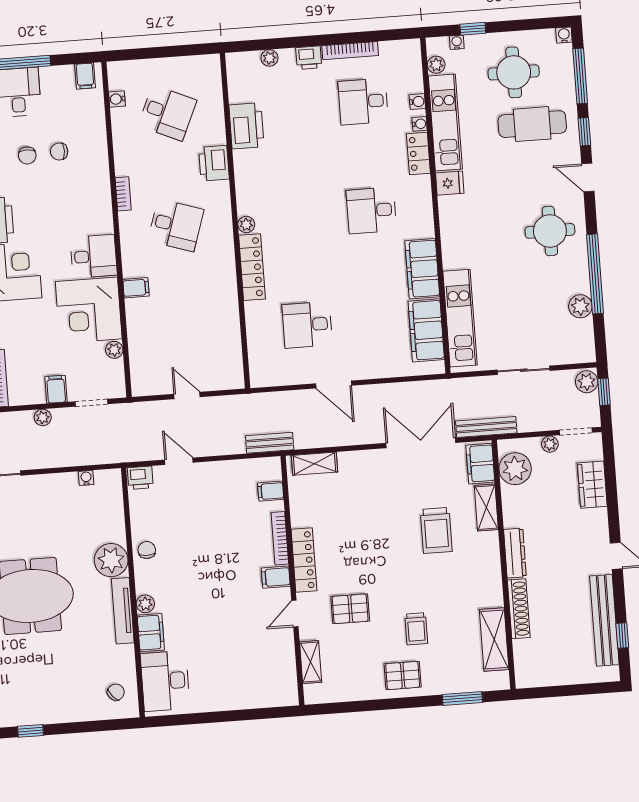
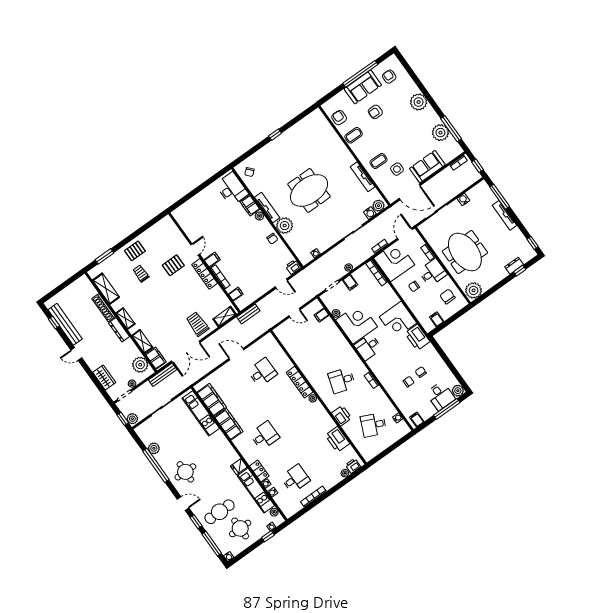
printer: (309, 58) -> (353, 466), moved
filing cabinet: (136, 288) -> (322, 315), moved
trolley: (436, 530) -> (198, 324), moved
shelving: (311, 662) -> (125, 318), moved

